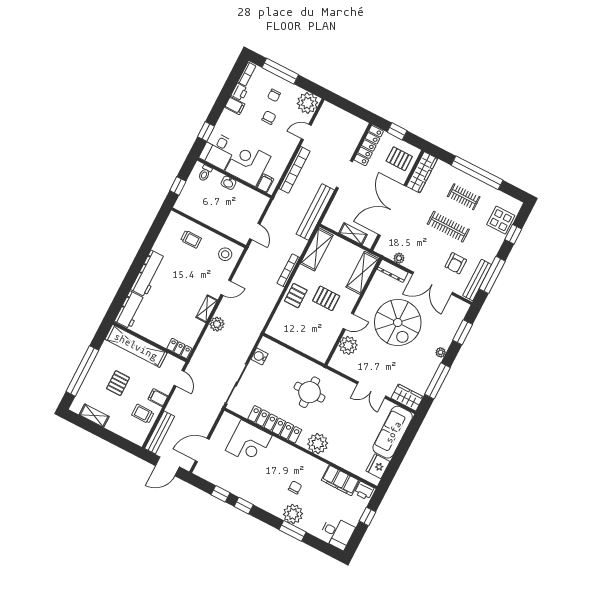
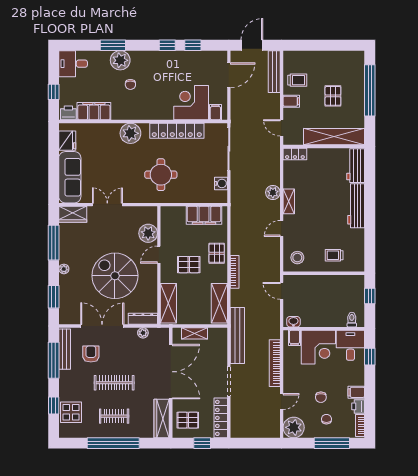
washbasin: (228, 183) -> (293, 322), moved
filing cabinet: (290, 336) -> (204, 215), added
shelving: (94, 416) -> (339, 57), removed
filing cabinet: (231, 423) -> (215, 112), added

